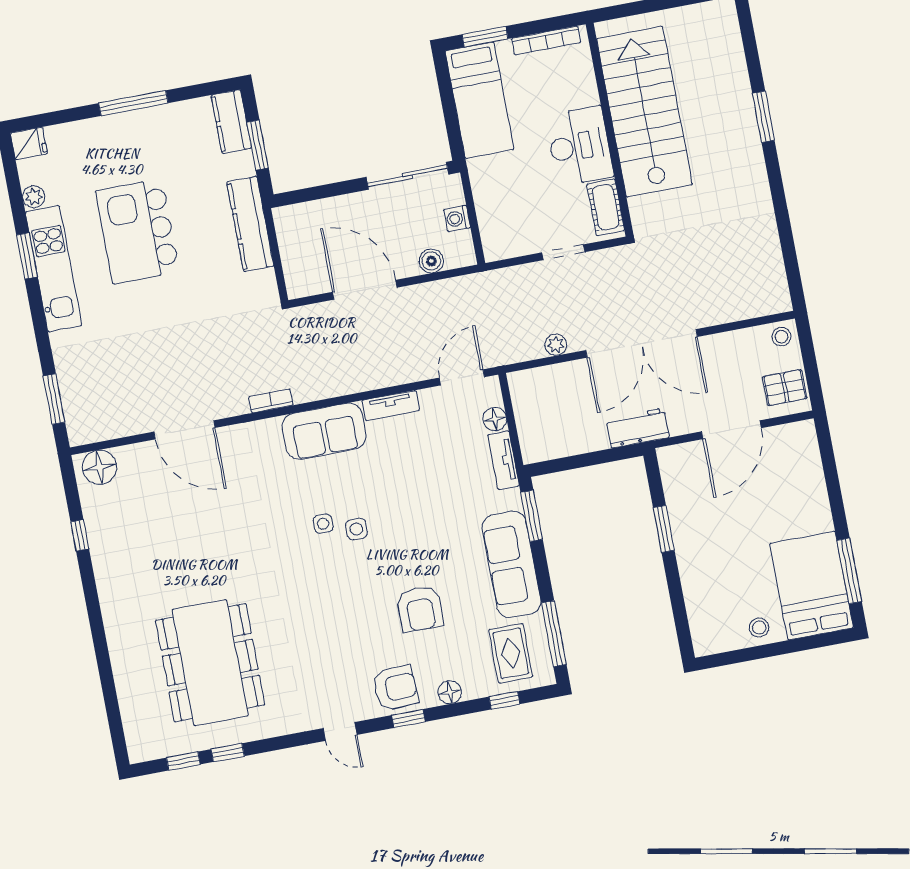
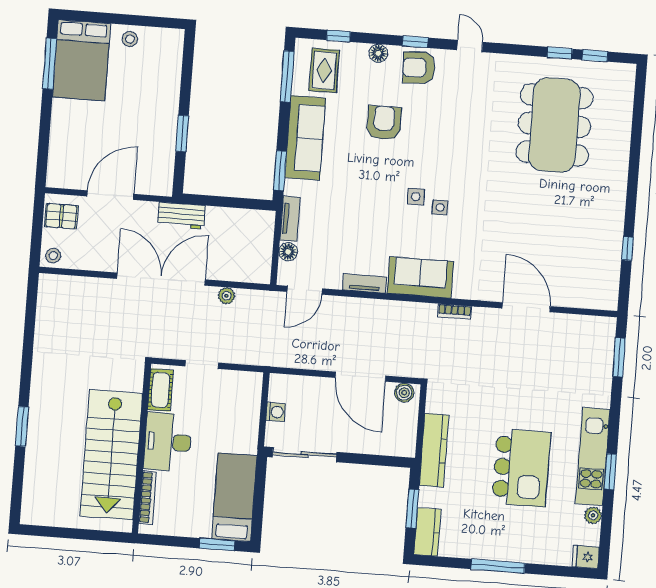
bookcase: (546, 40) -> (148, 498), moved, turned 90
boiler: (431, 261) -> (404, 393), moved
floor lamp: (99, 467) -> (598, 296), removed

